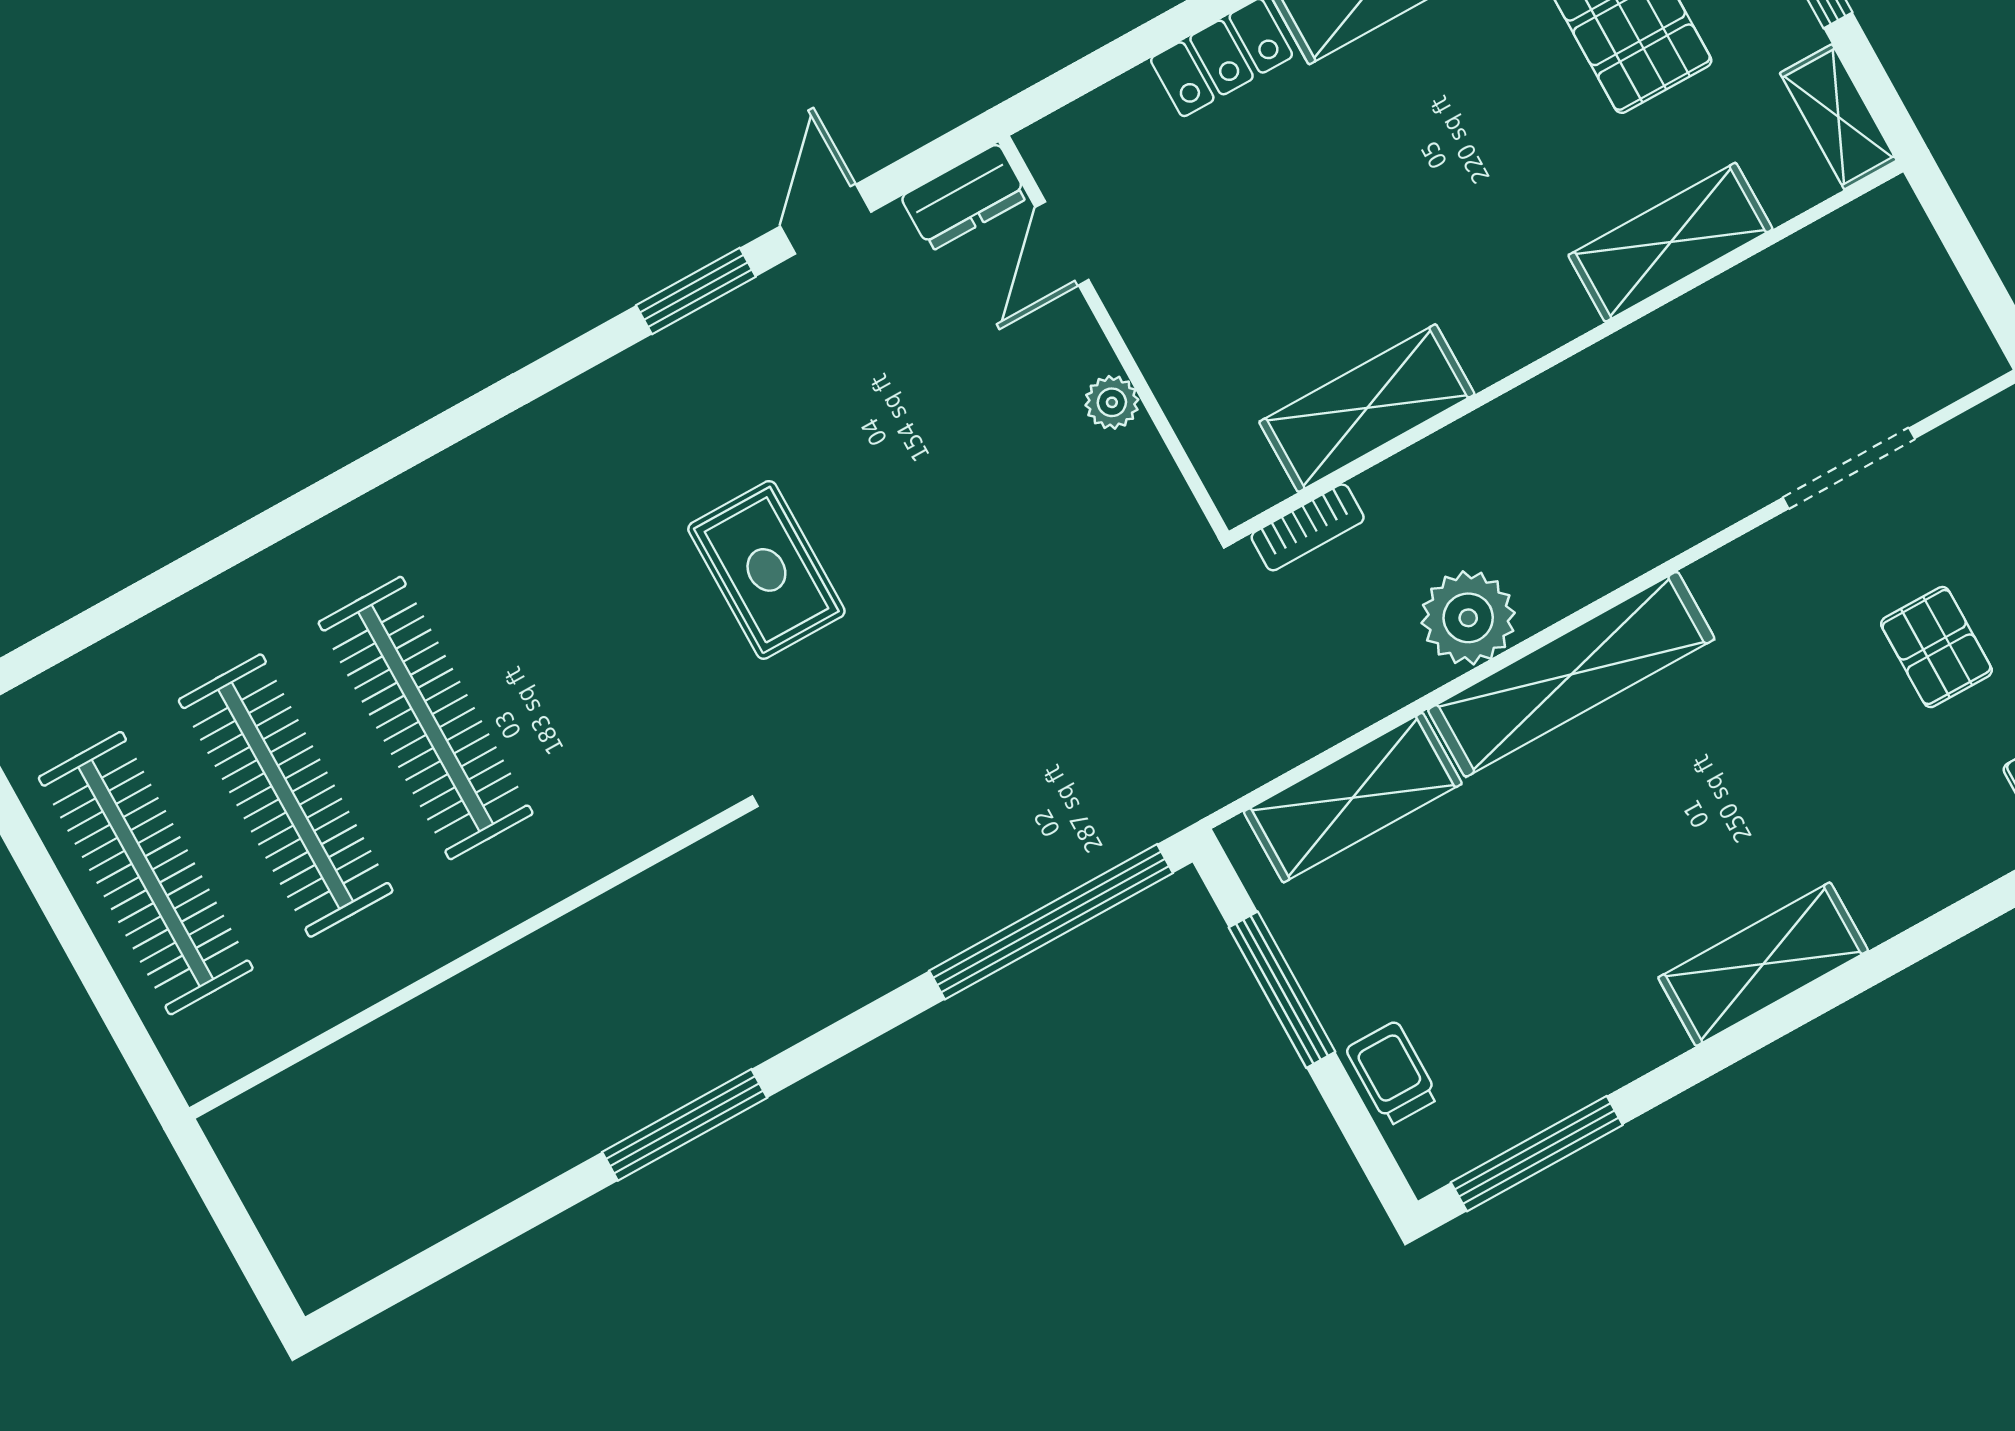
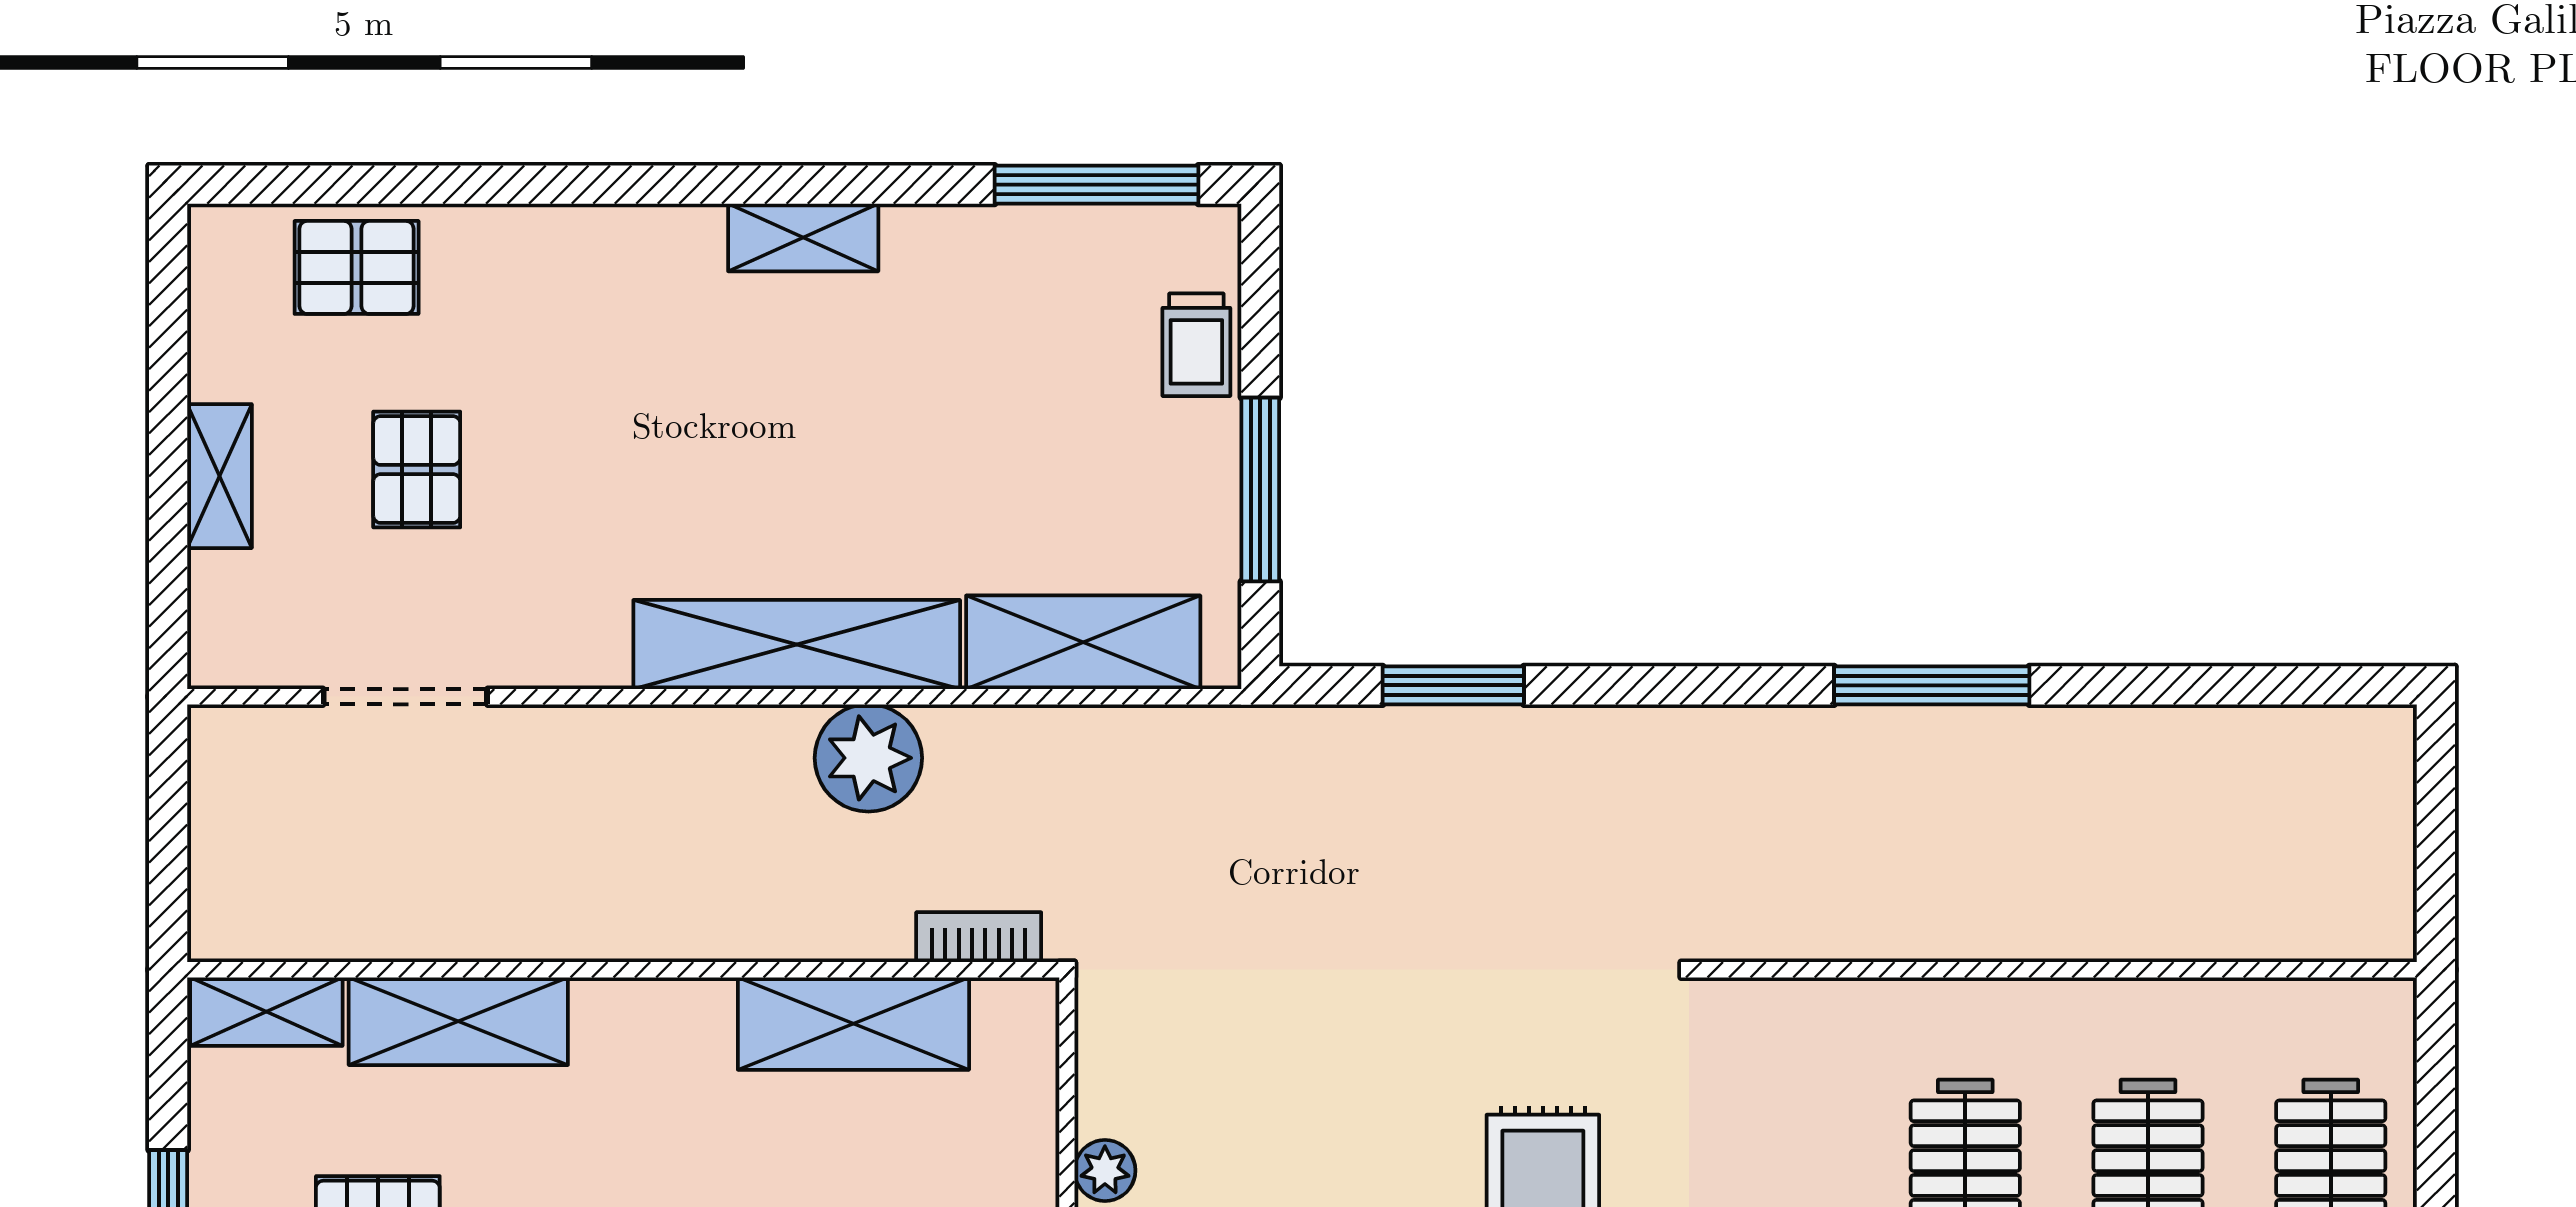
shelving: (1838, 117) -> (266, 1012), moved, turned 90
window: (1051, 922) -> (1453, 685), width x0.47
shelving: (1763, 964) -> (803, 237), width x0.67, depth x0.75

